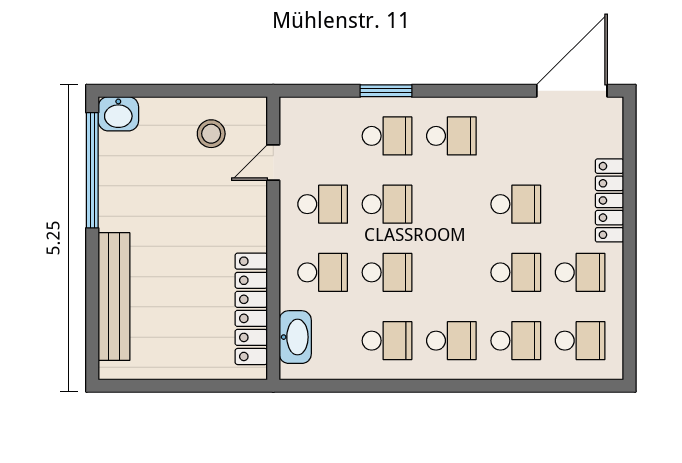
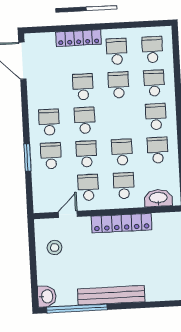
door: (273, 162) -> (68, 214), swing flipped
school desk: (451, 204) -> (85, 120), added
bench: (114, 297) -> (111, 295), moved
locker: (251, 309) -> (122, 223), moved

